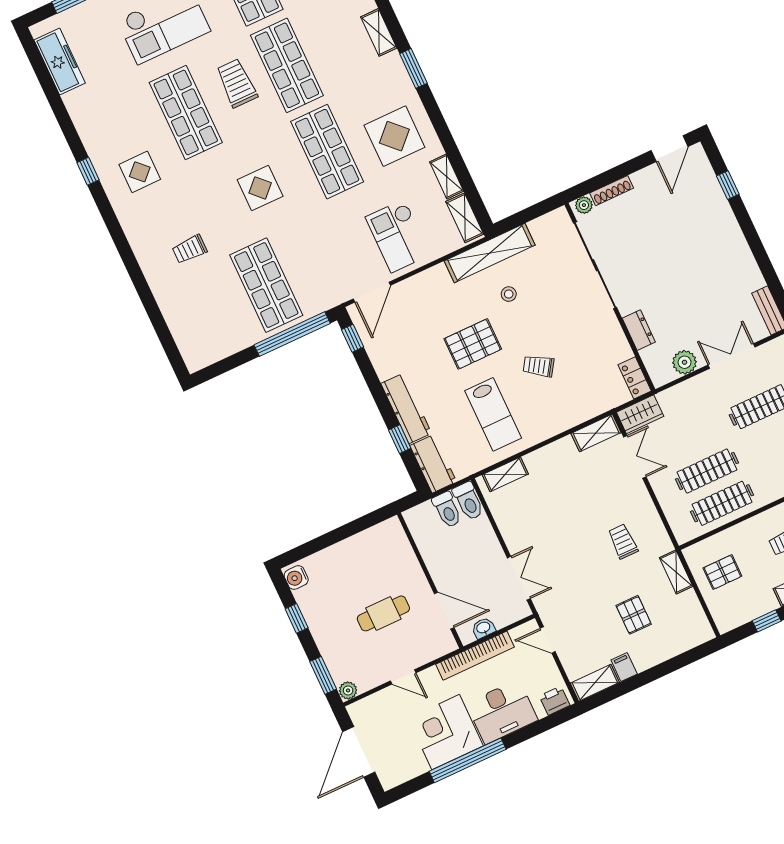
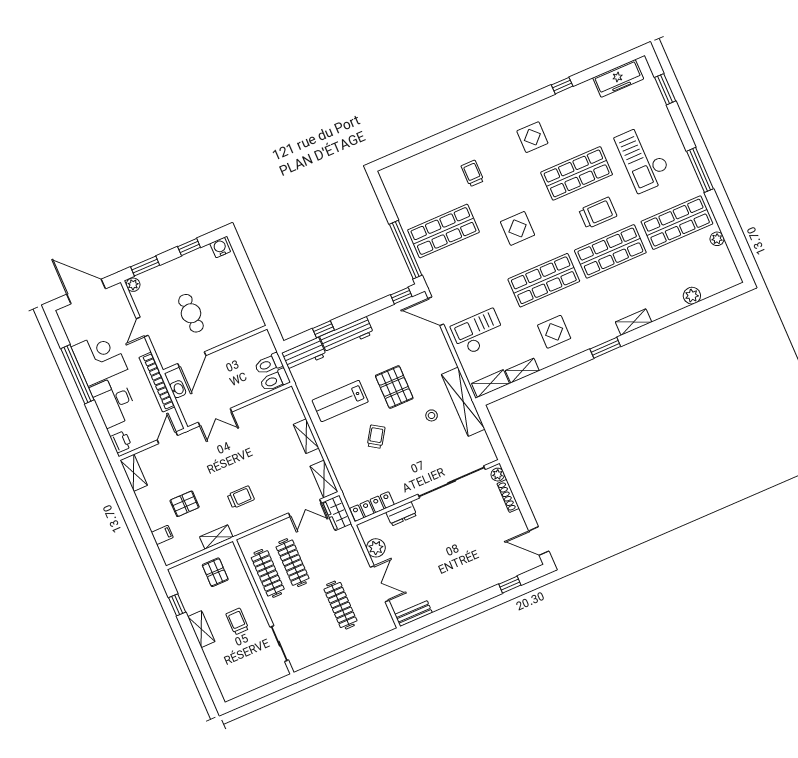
display table: (394, 136) -> (554, 332), width x0.73, depth x0.73
window: (88, 171) -> (562, 86), moved
locker: (635, 378) -> (372, 507), width x1.53
shelving: (505, 474) -> (306, 436), moved
filing cabinet: (624, 667) -> (162, 535), moved

